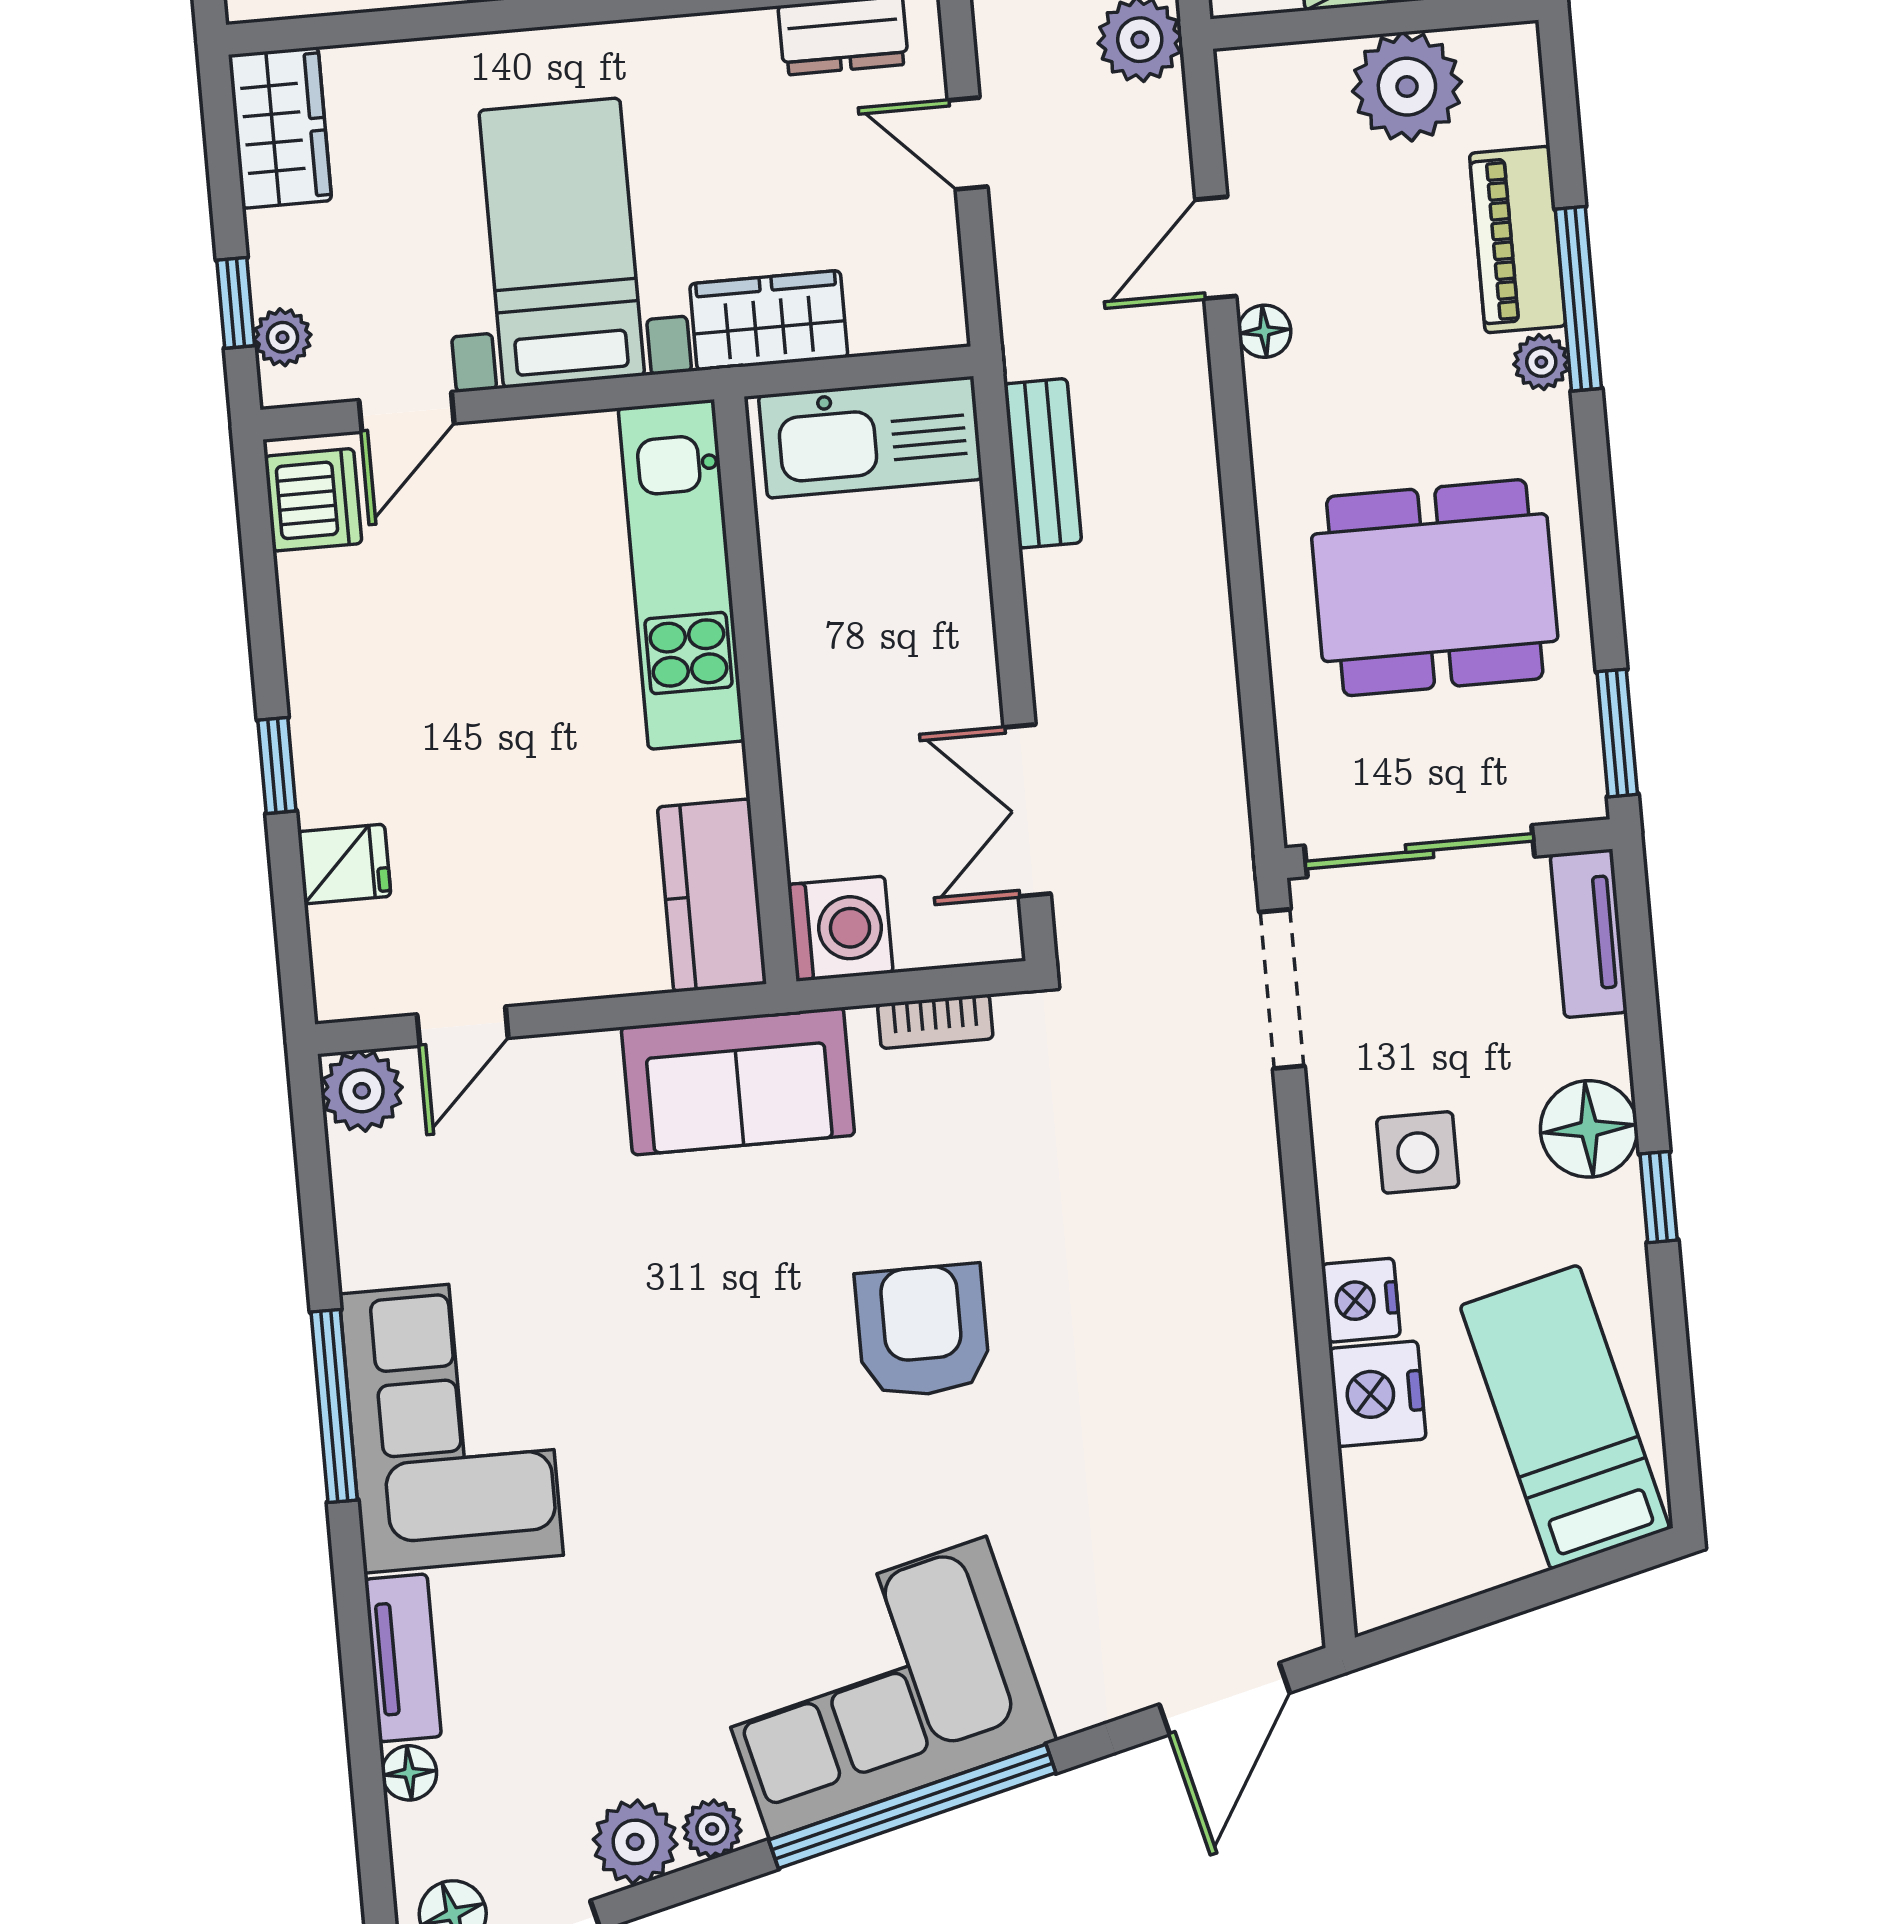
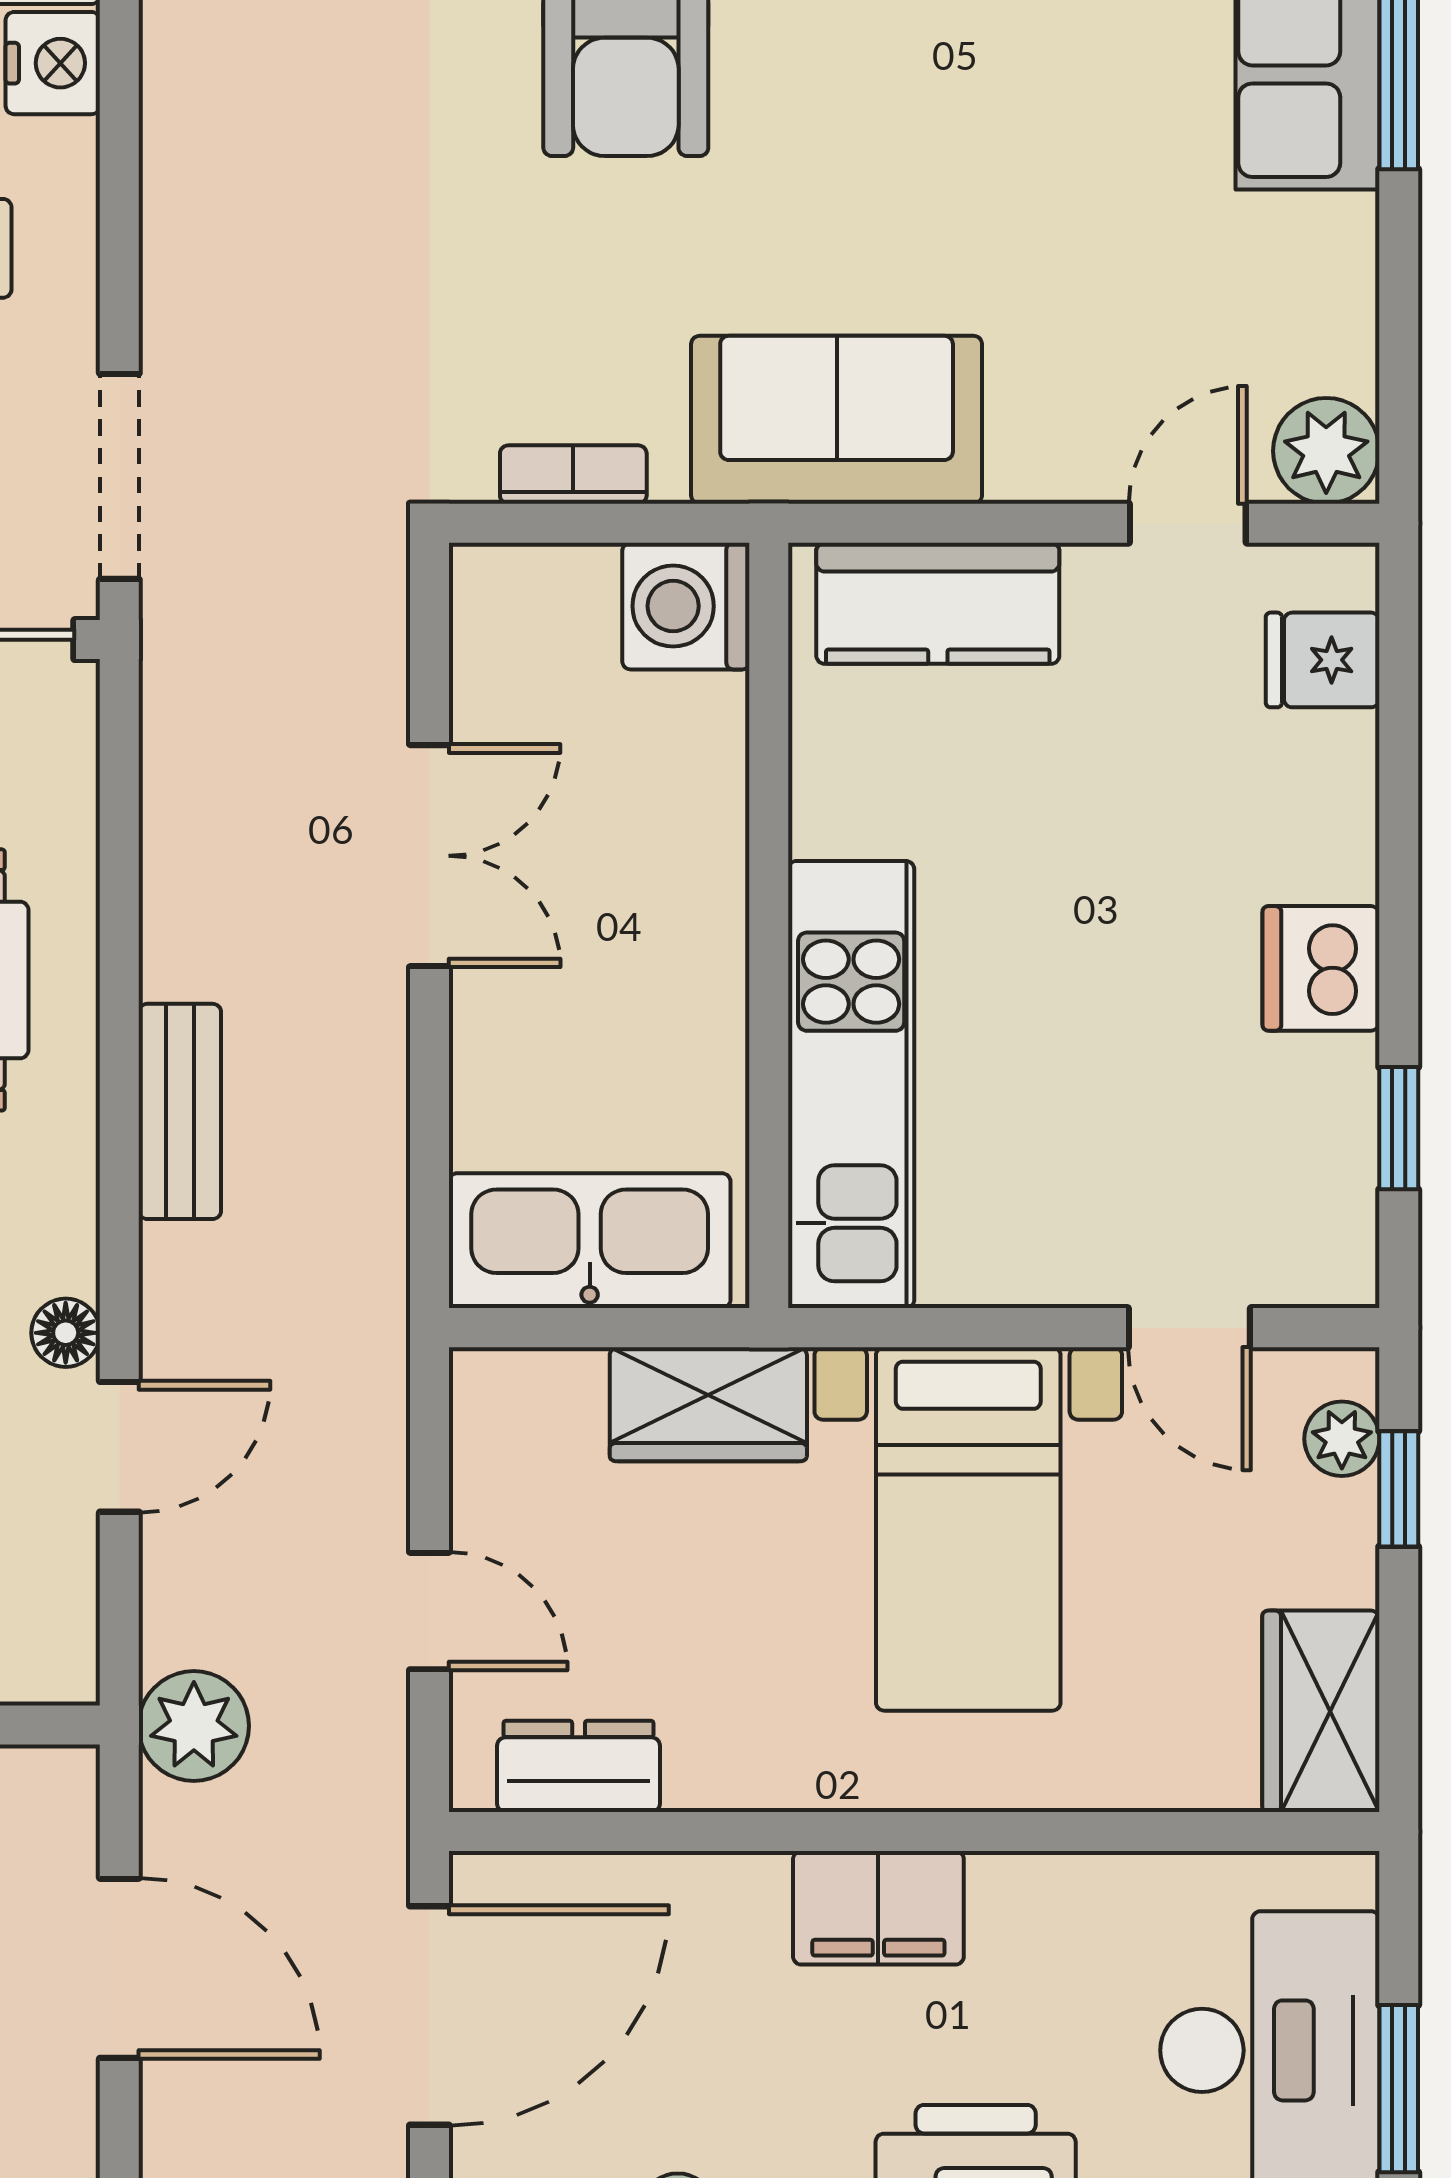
door: (407, 412) -> (1189, 1328), swing flipped
bench: (1043, 463) -> (180, 1111), moved
dishwasher: (313, 500) -> (1321, 968), moved
window: (277, 766) -> (1399, 1128), moved
double door: (1027, 810) -> (429, 856), moved
fridge: (344, 864) -> (1323, 660), moved
kitchen counter: (712, 895) -> (938, 603), moved, turned 90

